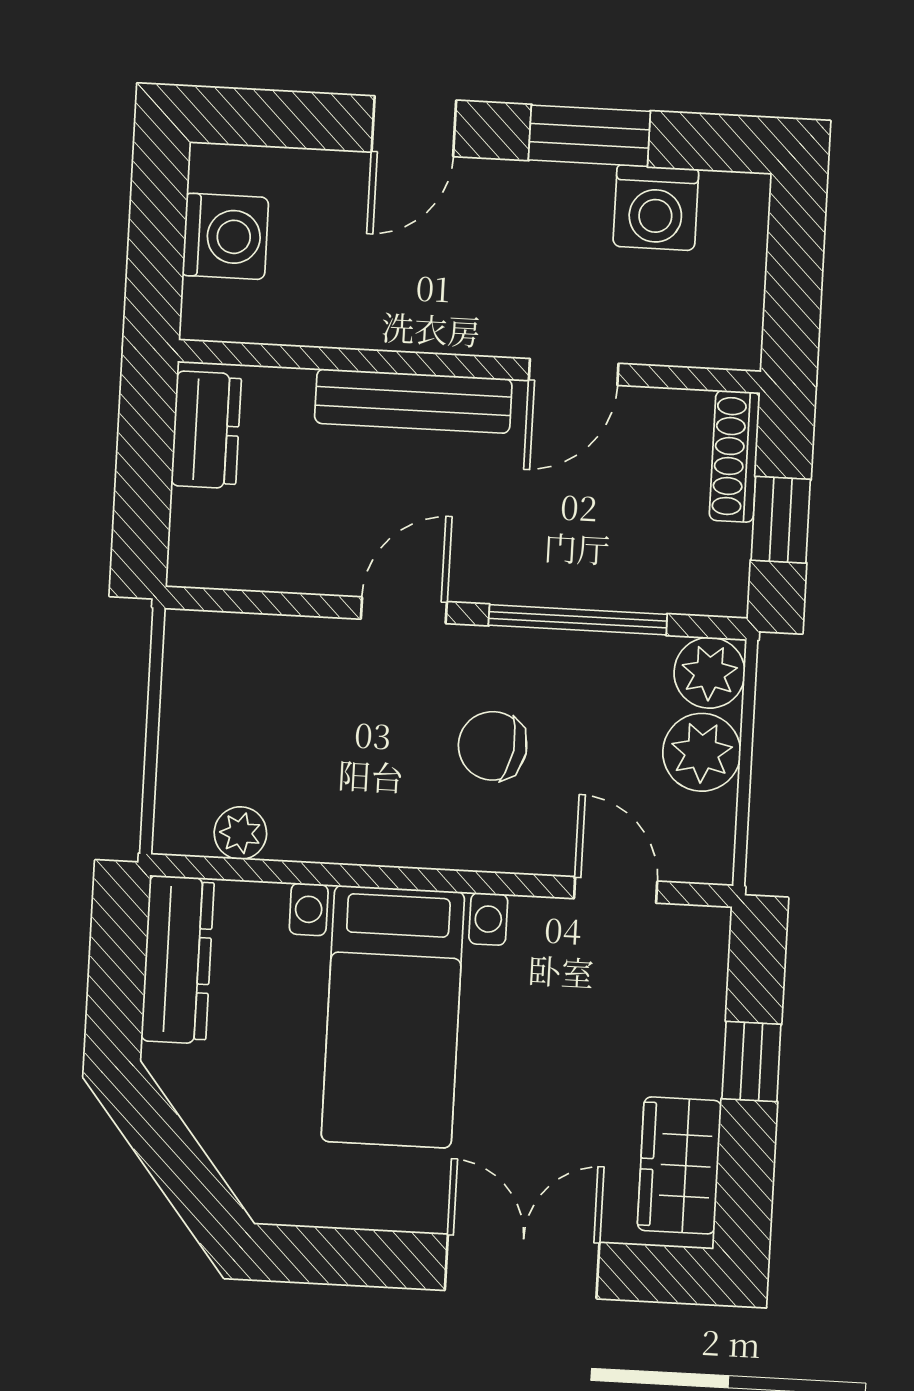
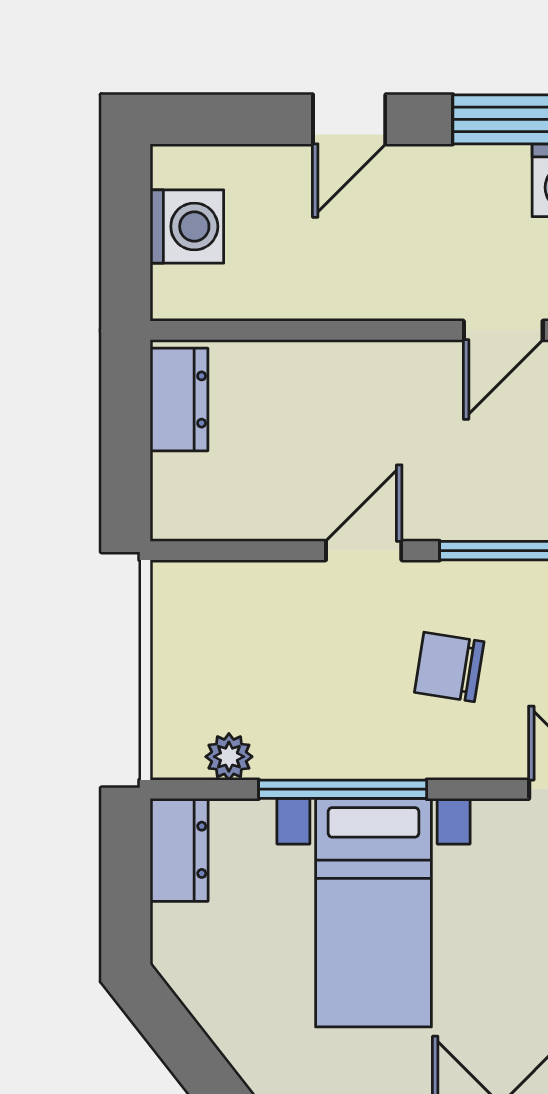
bench: (413, 401) -> (362, 364), removed
window: (366, 876) -> (343, 789), added
dresser: (178, 960) -> (179, 850), width x0.70

